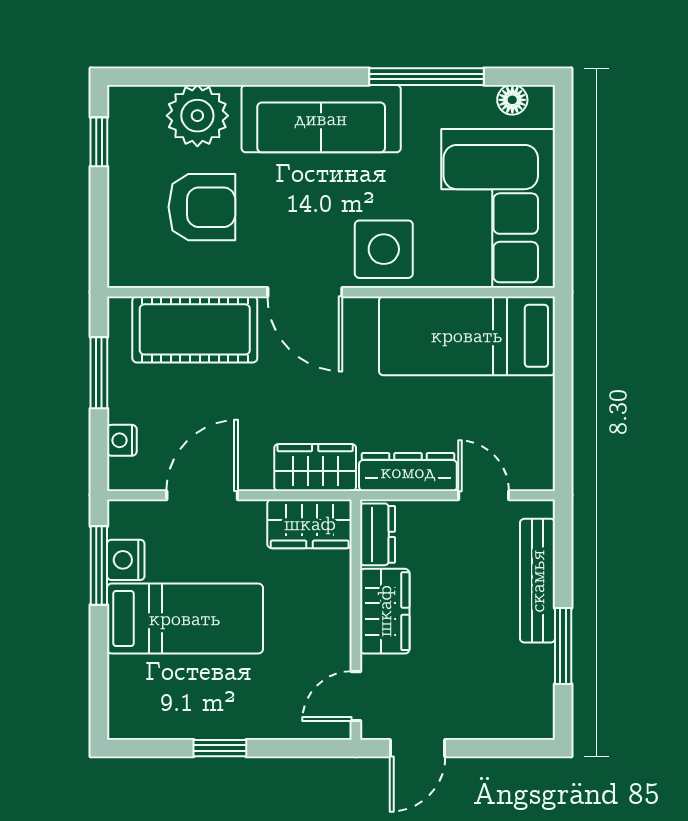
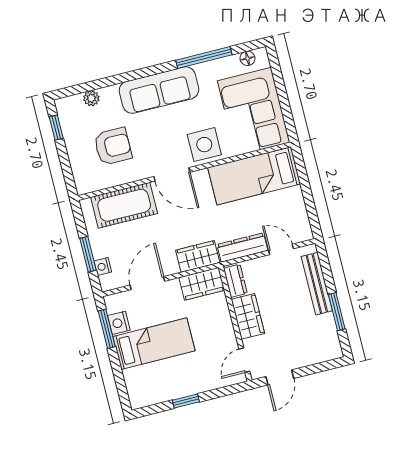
plant: (197, 116) -> (91, 98), width x0.53, depth x0.53
window: (99, 373) -> (88, 254), moved

